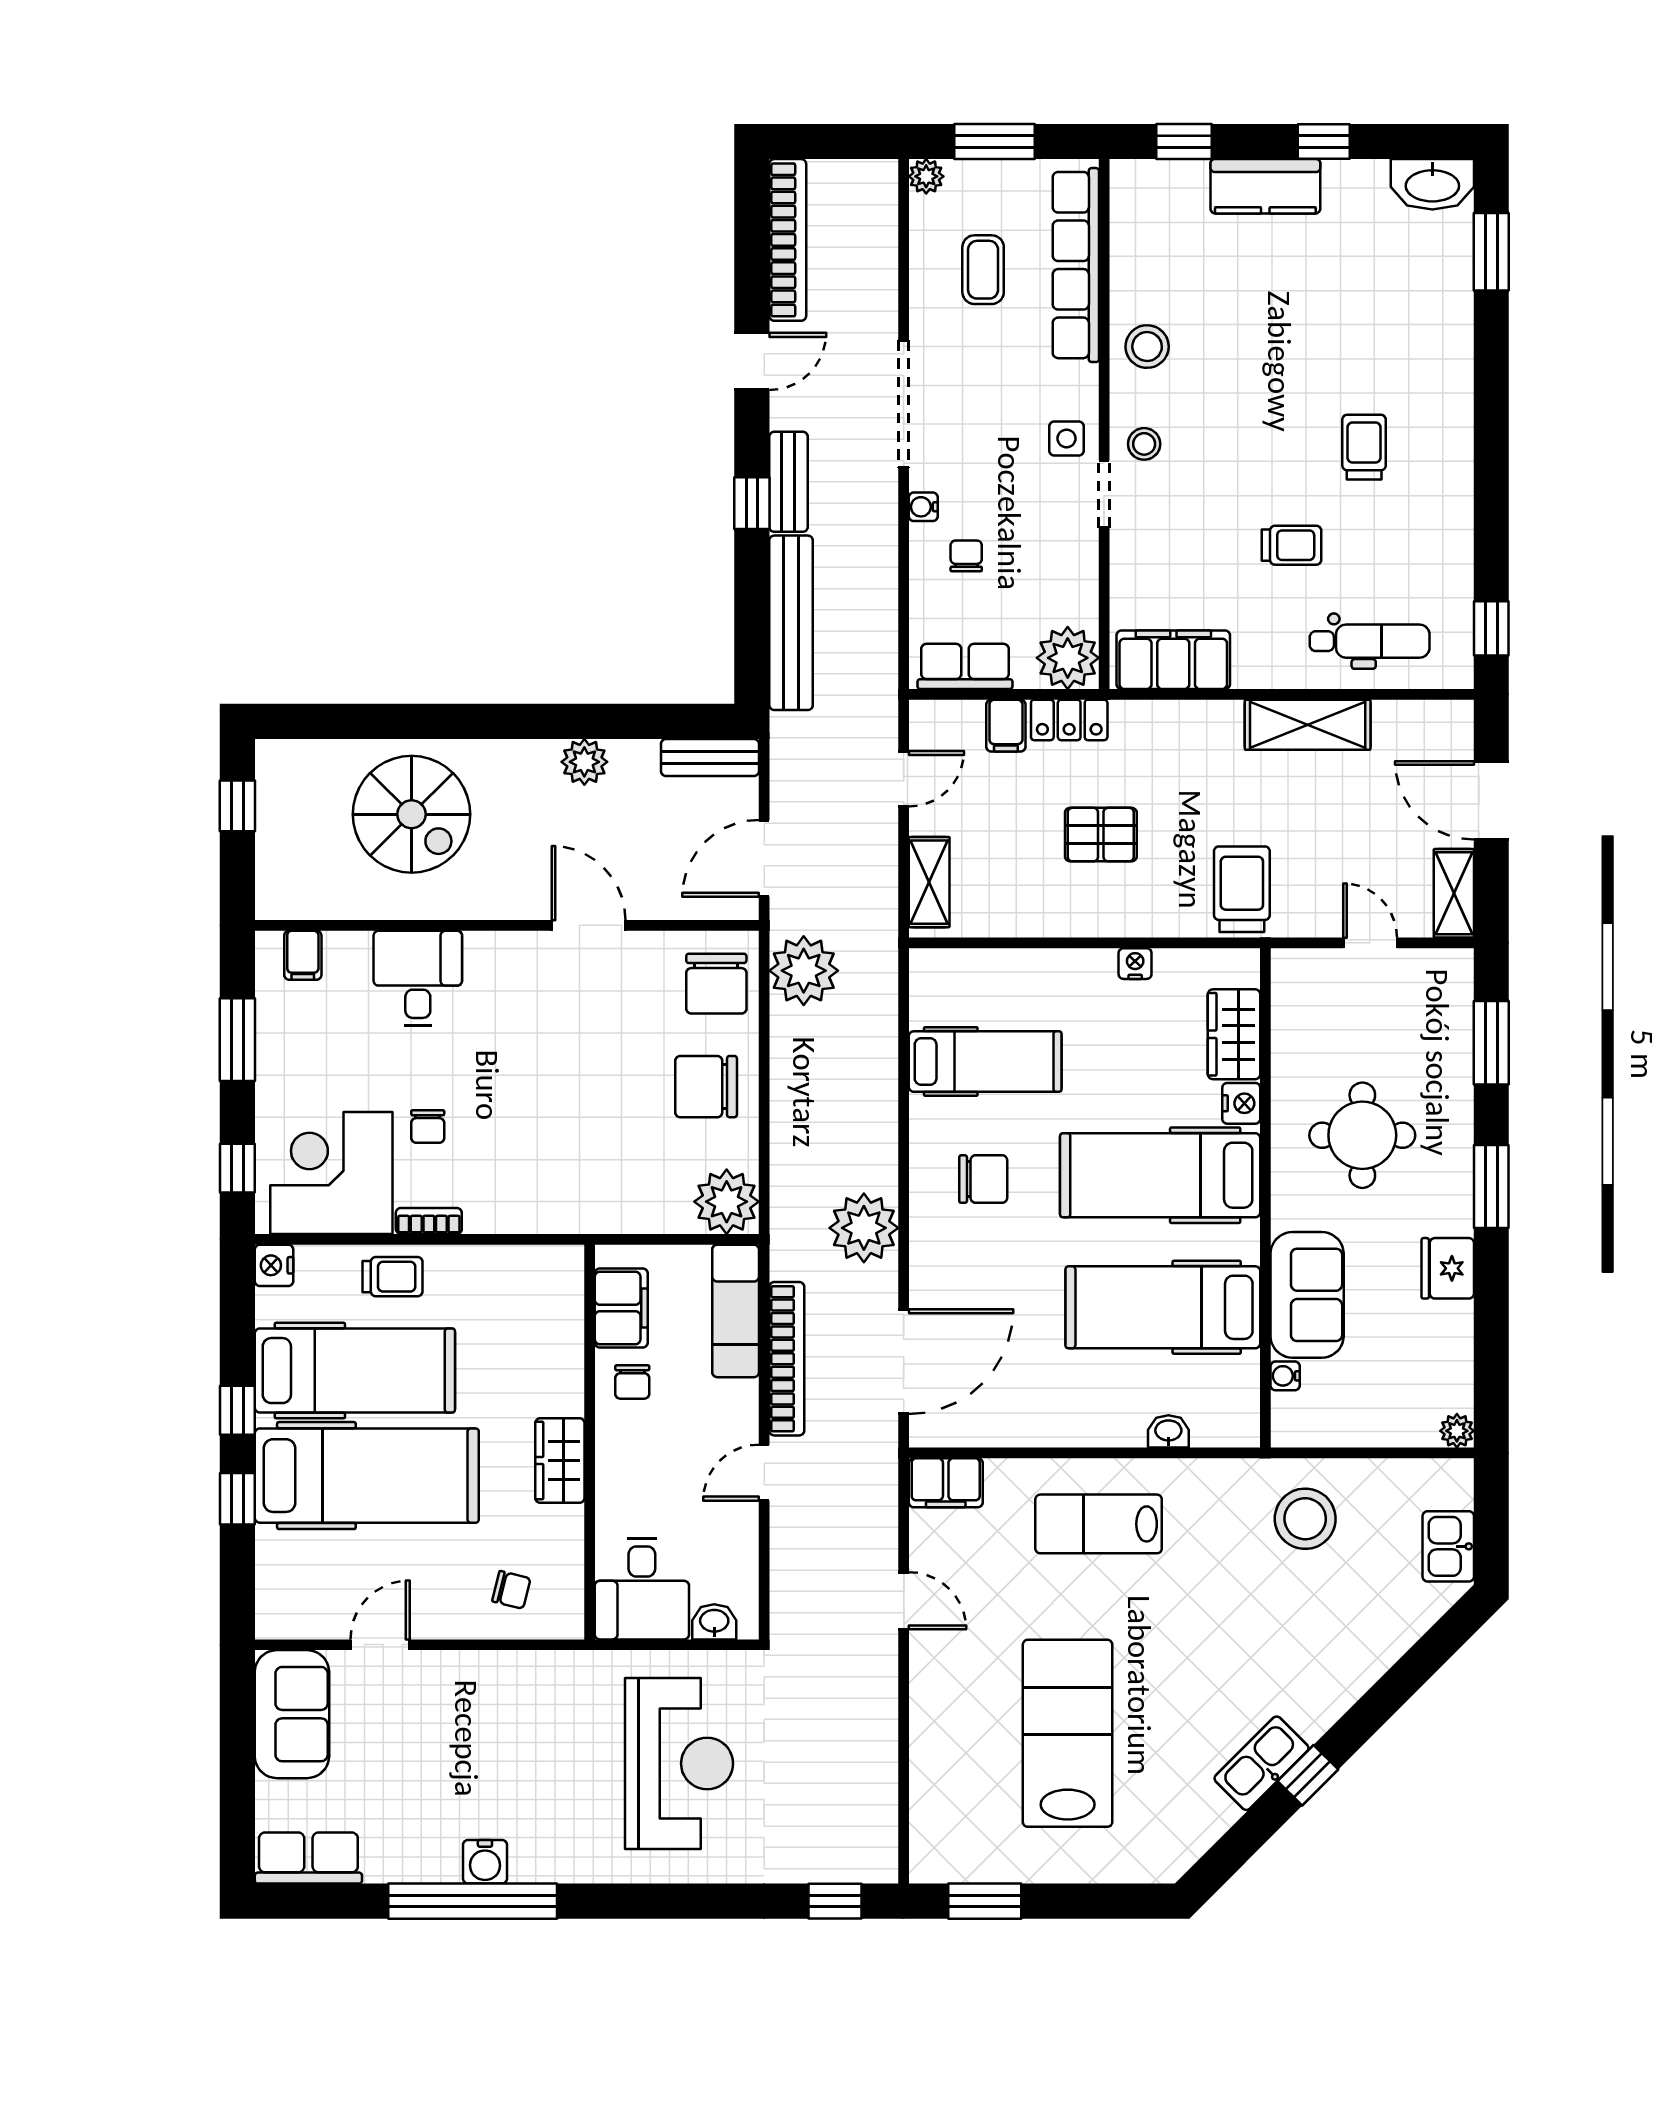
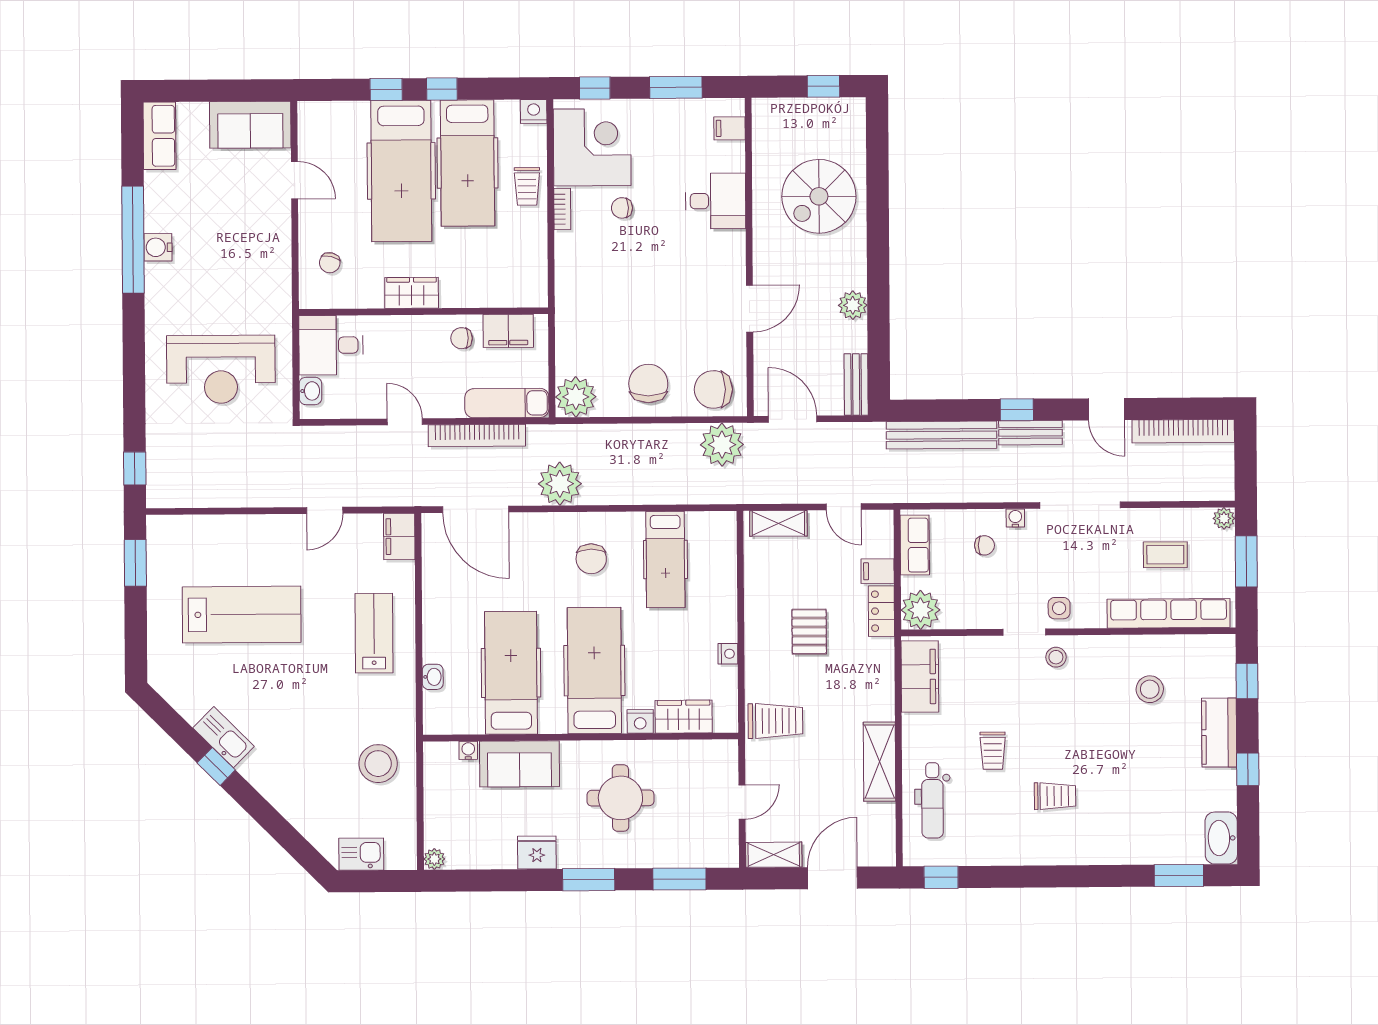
stool: (1147, 347) -> (1150, 689), moved

